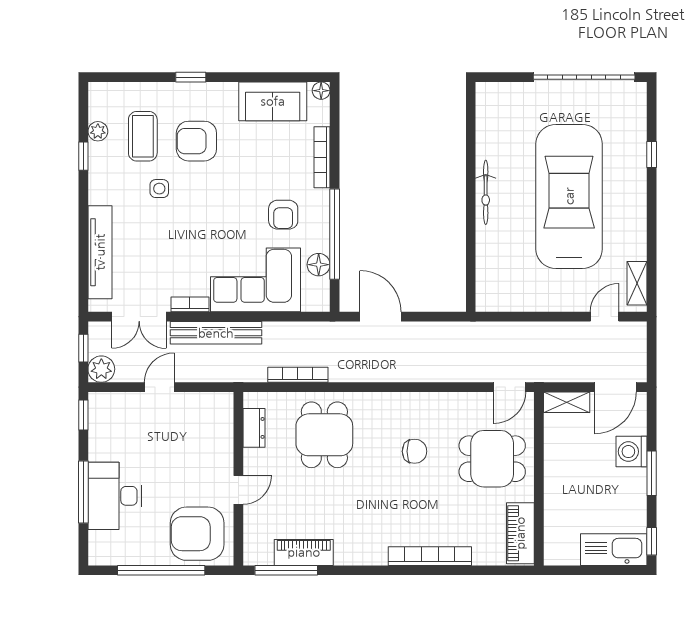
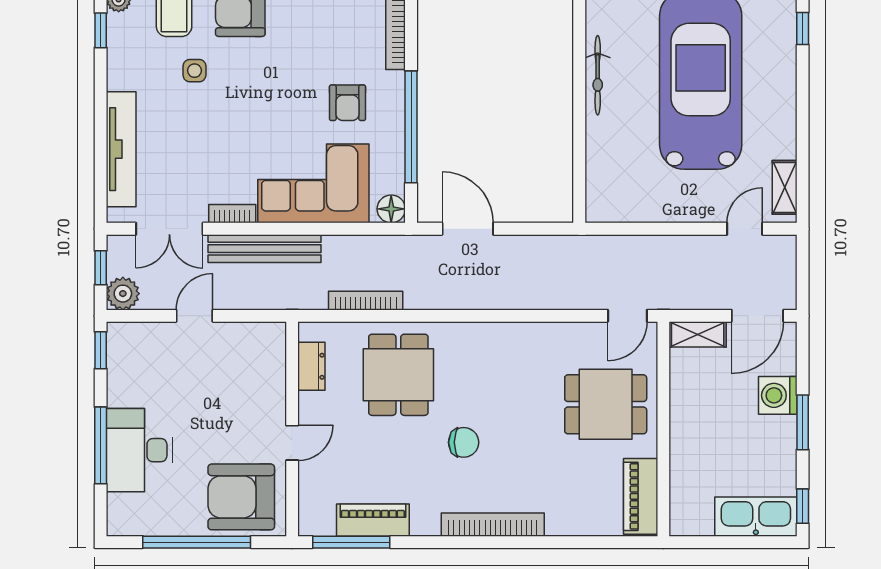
floor lamp: (319, 265) -> (391, 209), moved
chair: (415, 451) -> (464, 442), moved
bookcase: (430, 556) -> (493, 525), moved

